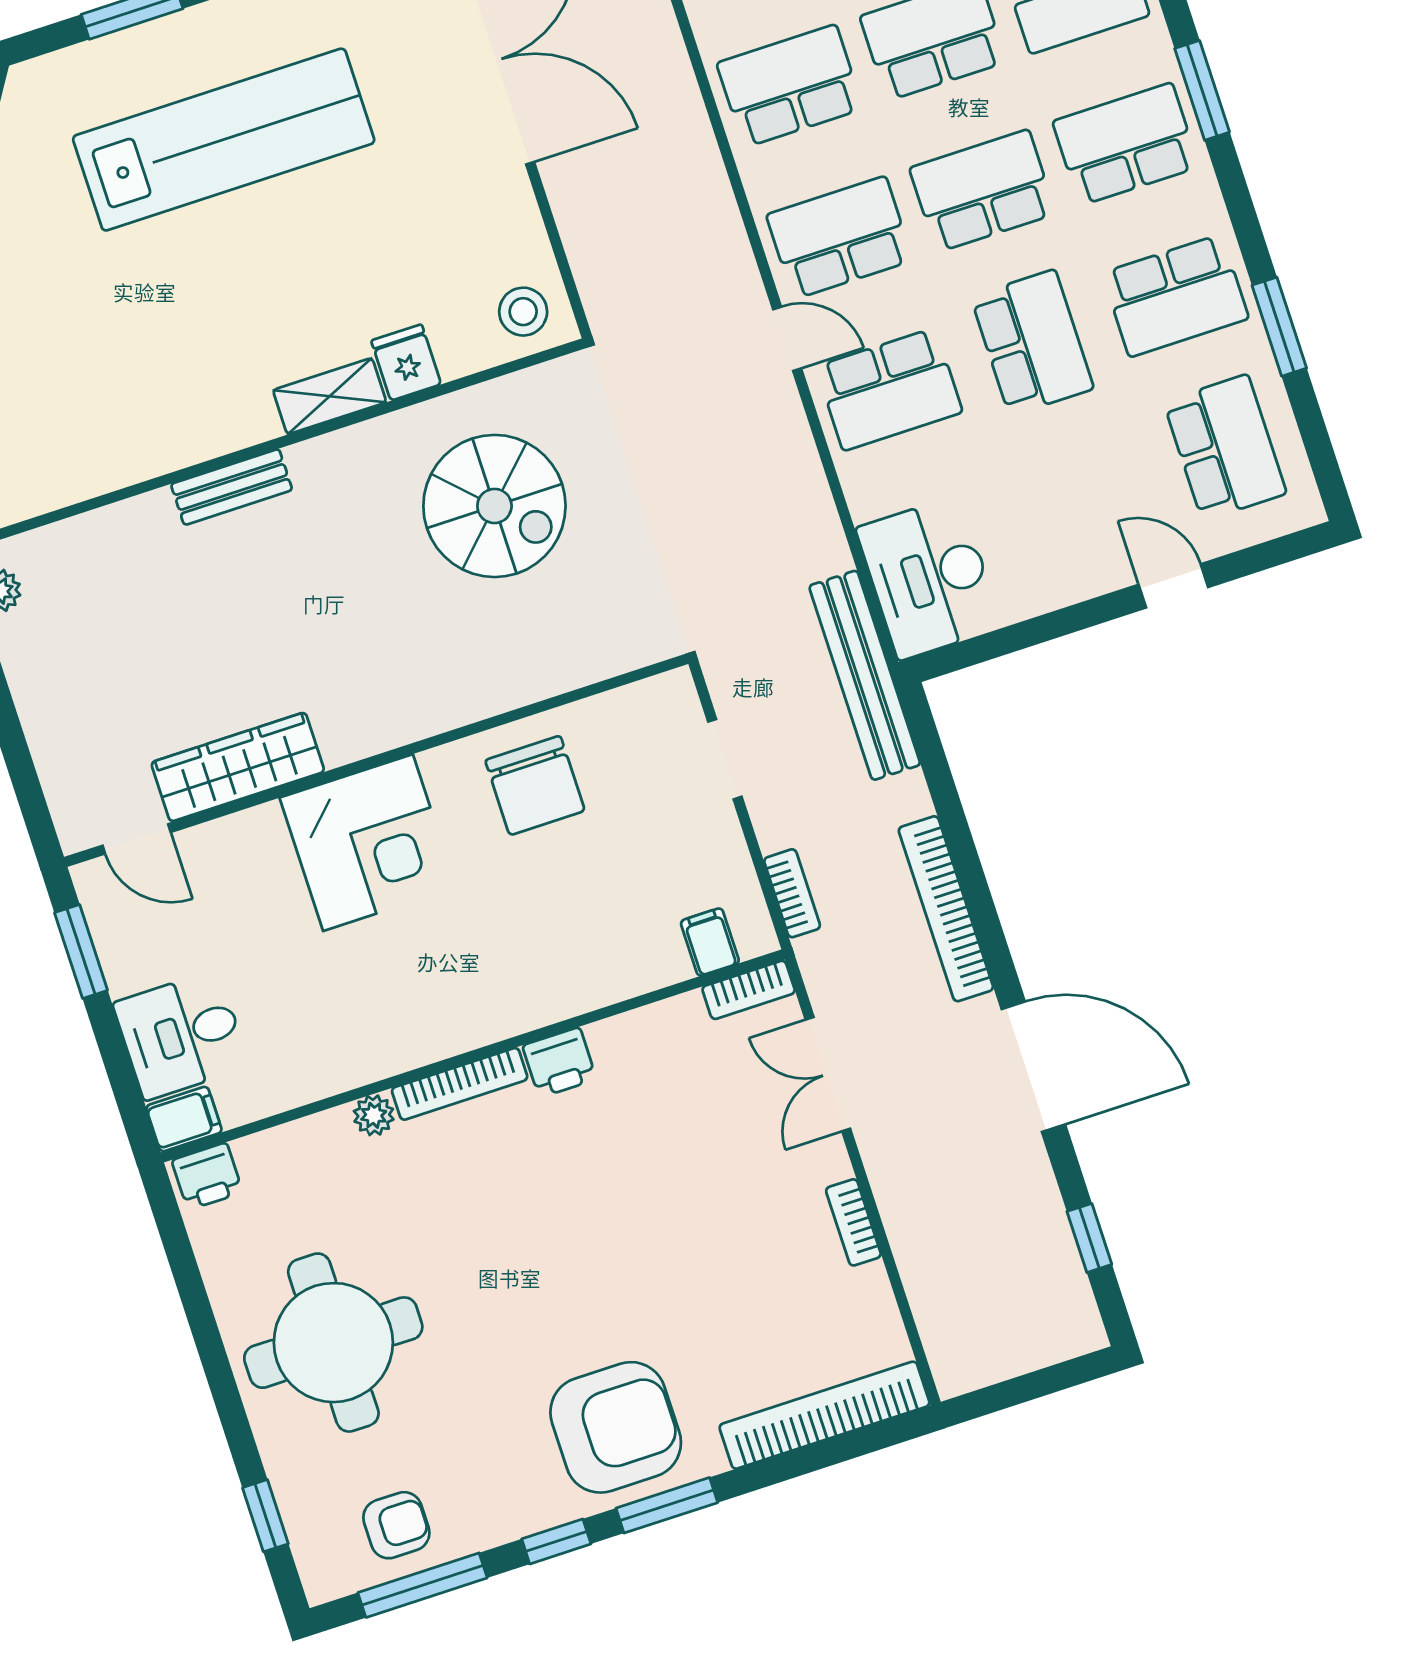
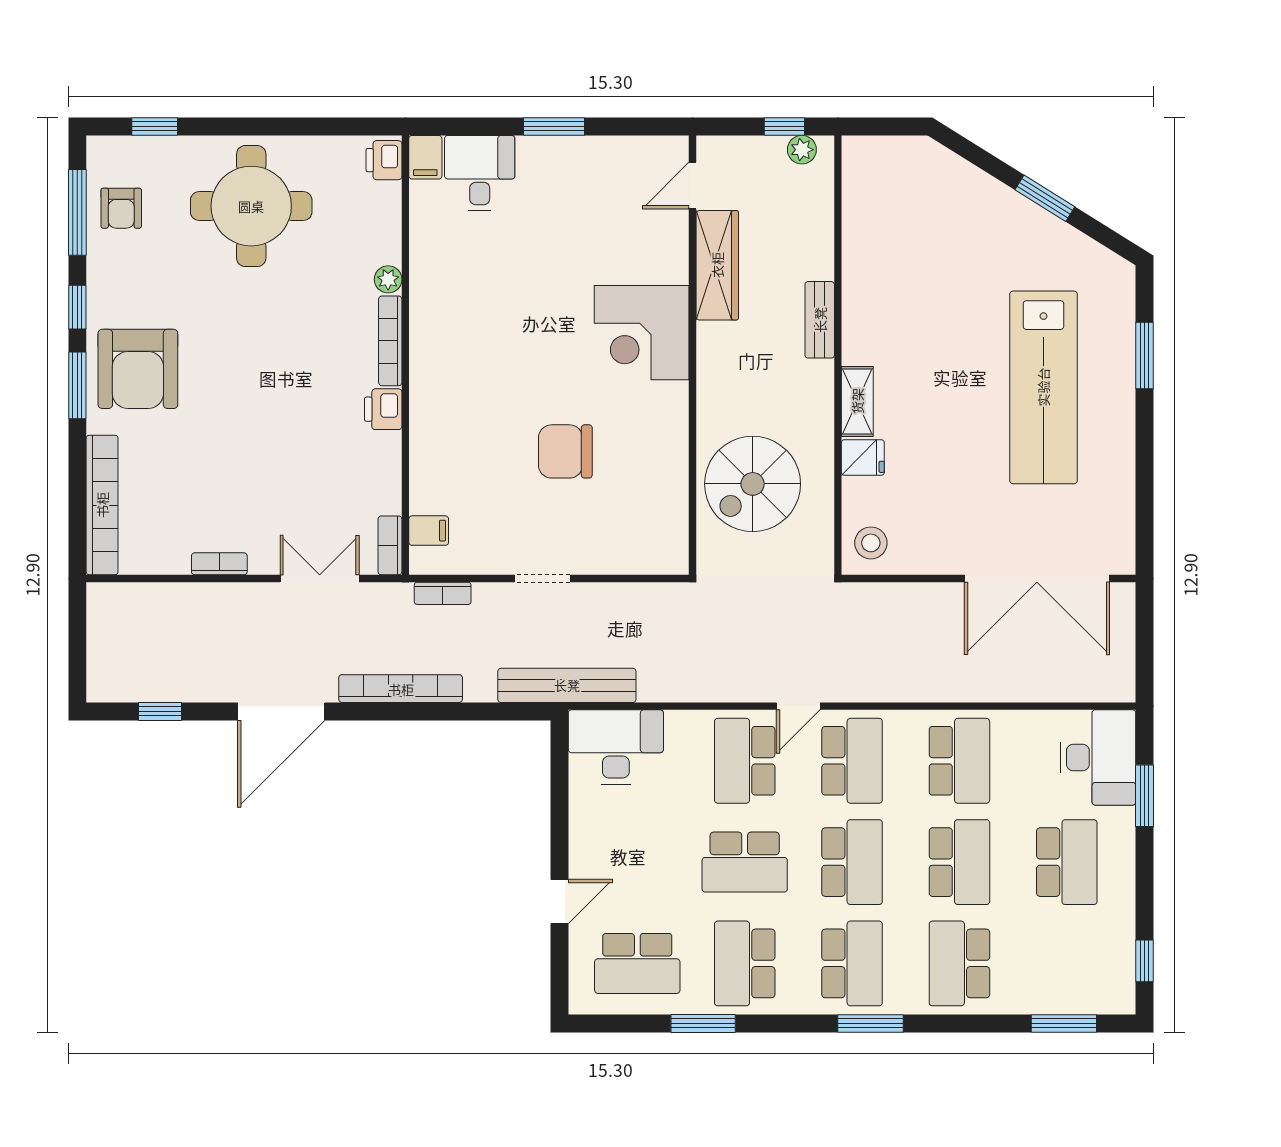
wall: (376, 760) -> (693, 355), moved
wardrobe: (238, 767) -> (717, 265), moved
door: (137, 839) -> (693, 186), moved
corner desk: (368, 843) -> (642, 333), moved

